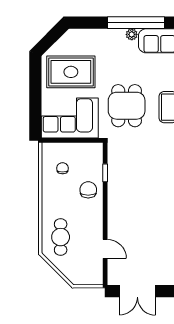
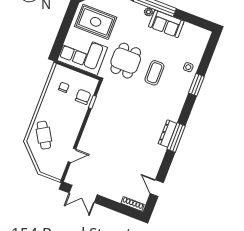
chair: (88, 190) -> (83, 97), moved
cafe table: (61, 237) -> (44, 135), turned -31
door: (105, 249) -> (72, 155), hinge flipped

